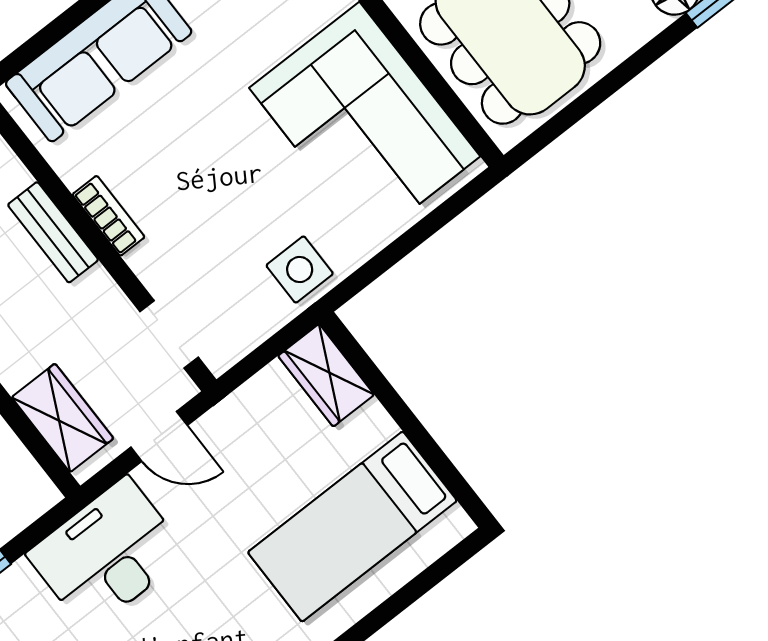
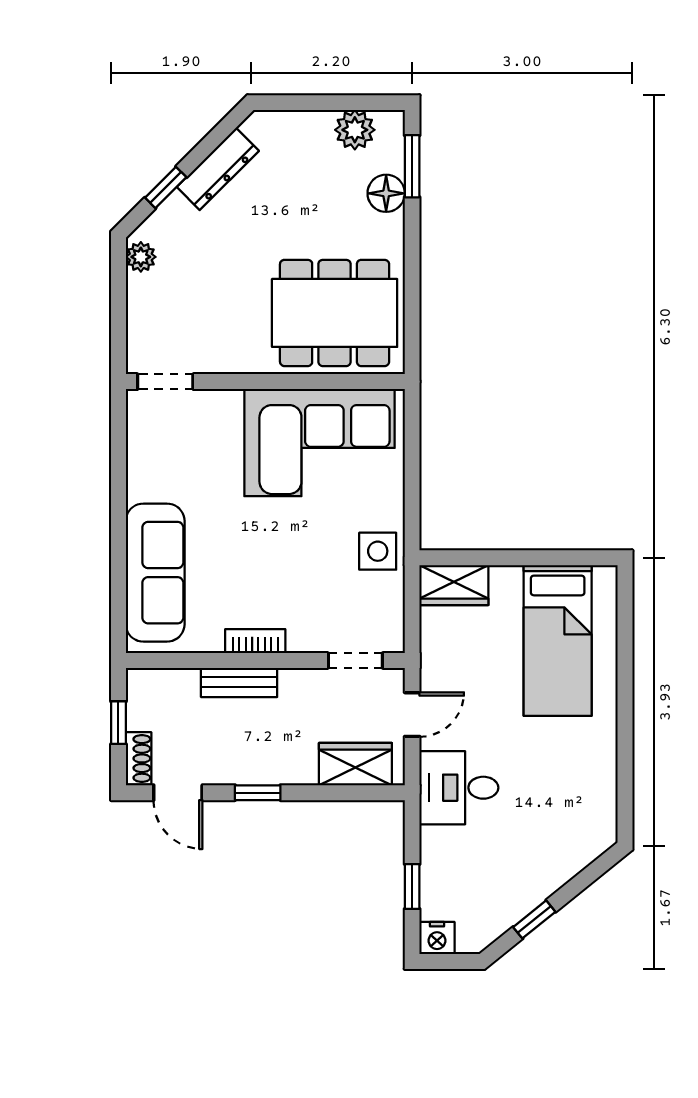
desk: (107, 554) -> (459, 788), width x0.73

